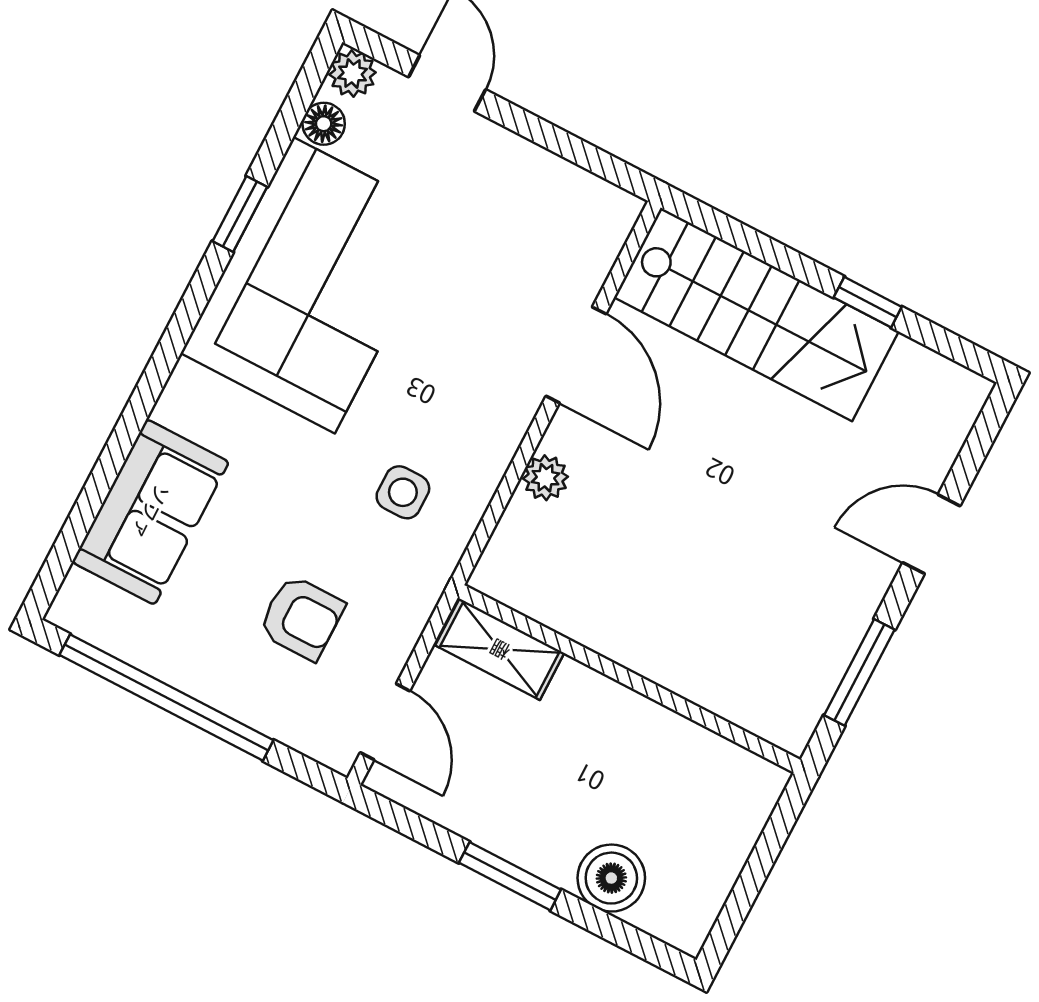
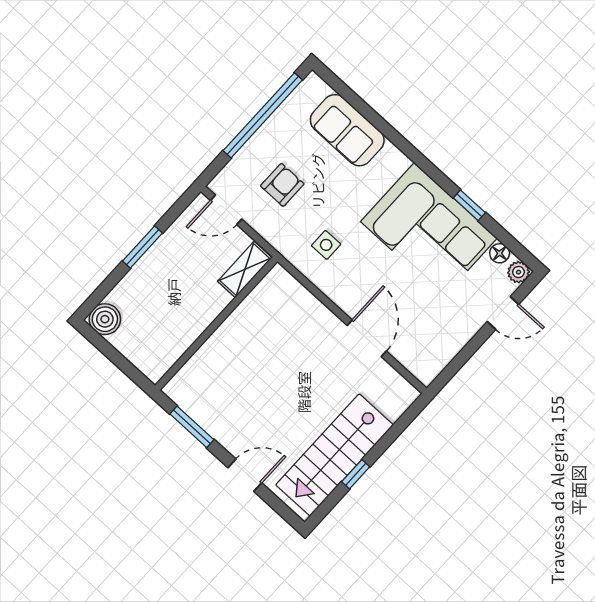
stairs: (756, 314) -> (335, 455), moved
door: (576, 355) -> (367, 338), swing flipped
plant: (546, 478) -> (316, 310), removed
door: (931, 534) -> (245, 475), hinge flipped
armchair: (301, 618) -> (282, 185), turned 180
boiler: (611, 878) -> (105, 319), moved

